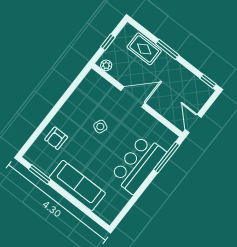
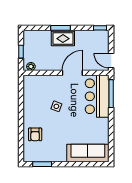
rug: (144, 49) -> (63, 39), moved
door: (133, 97) -> (72, 73), moved
bar counter: (138, 164) -> (97, 96), moved
sofa: (77, 186) -> (88, 153), moved

